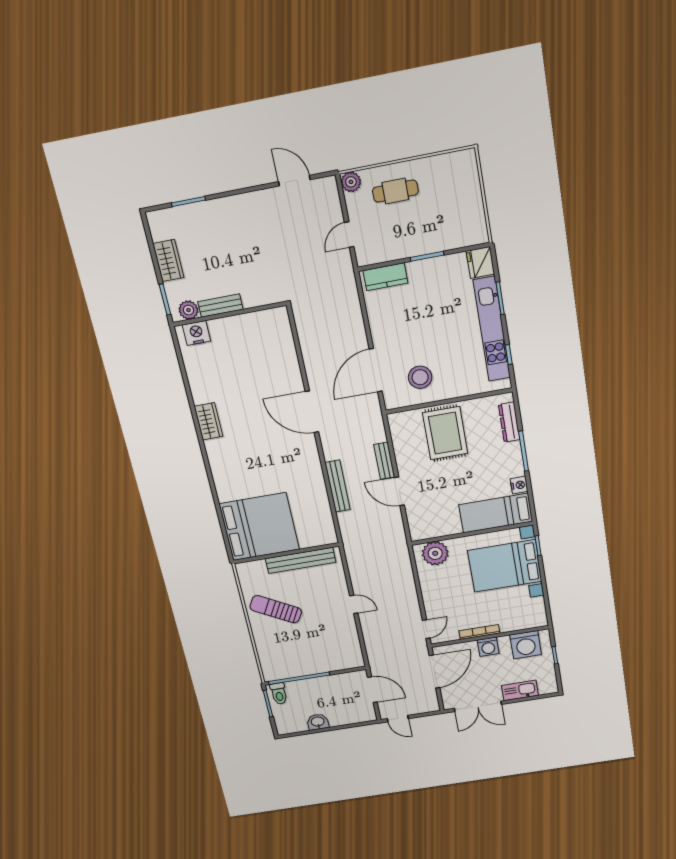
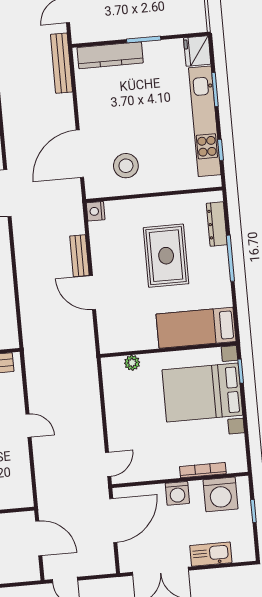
kitchen counter: (385, 277) -> (110, 55), width x1.50
rug: (445, 433) -> (166, 256), moved
nightstand: (519, 485) -> (96, 211), moved, turned 180
bench: (337, 486) -> (61, 63), moved
plant: (435, 553) -> (132, 363), width x0.53, depth x0.53
bookcase: (479, 632) -> (203, 470), moved

